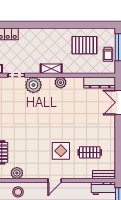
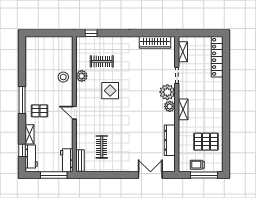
pallet: (84, 45) -> (206, 142), turned 90
dresser: (100, 82) -> (170, 140), moved
plant: (61, 83) -> (170, 106), moved
display table: (61, 151) -> (110, 91), moved

